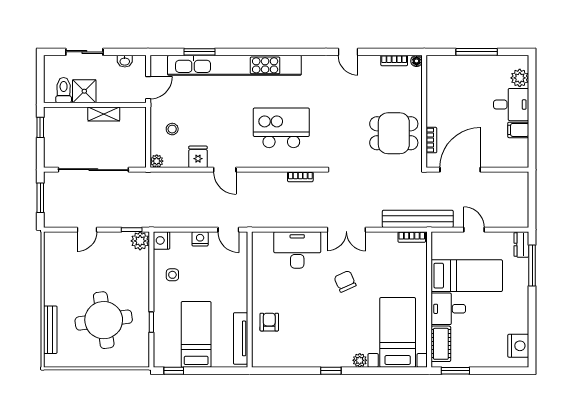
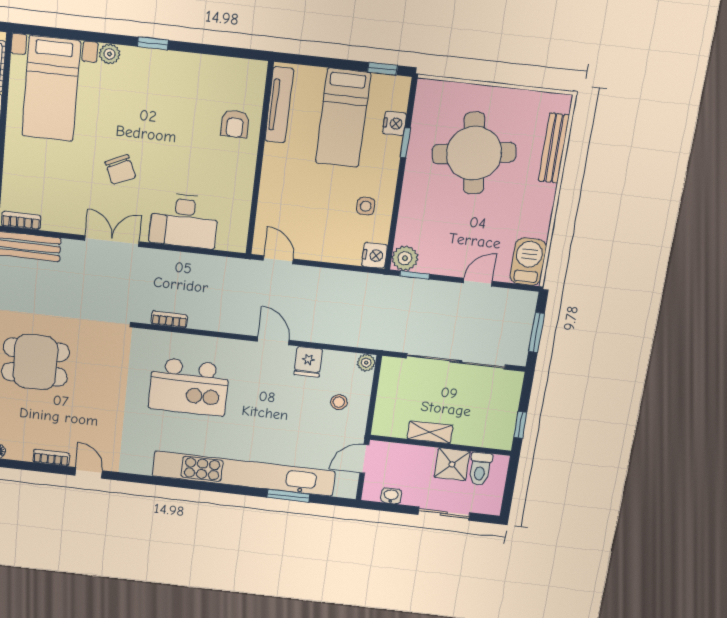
bookcase: (394, 61) -> (51, 458), moved
nightstand: (200, 239) -> (394, 123), moved, turned -90
barbecue: (55, 248) -> (528, 262), added

